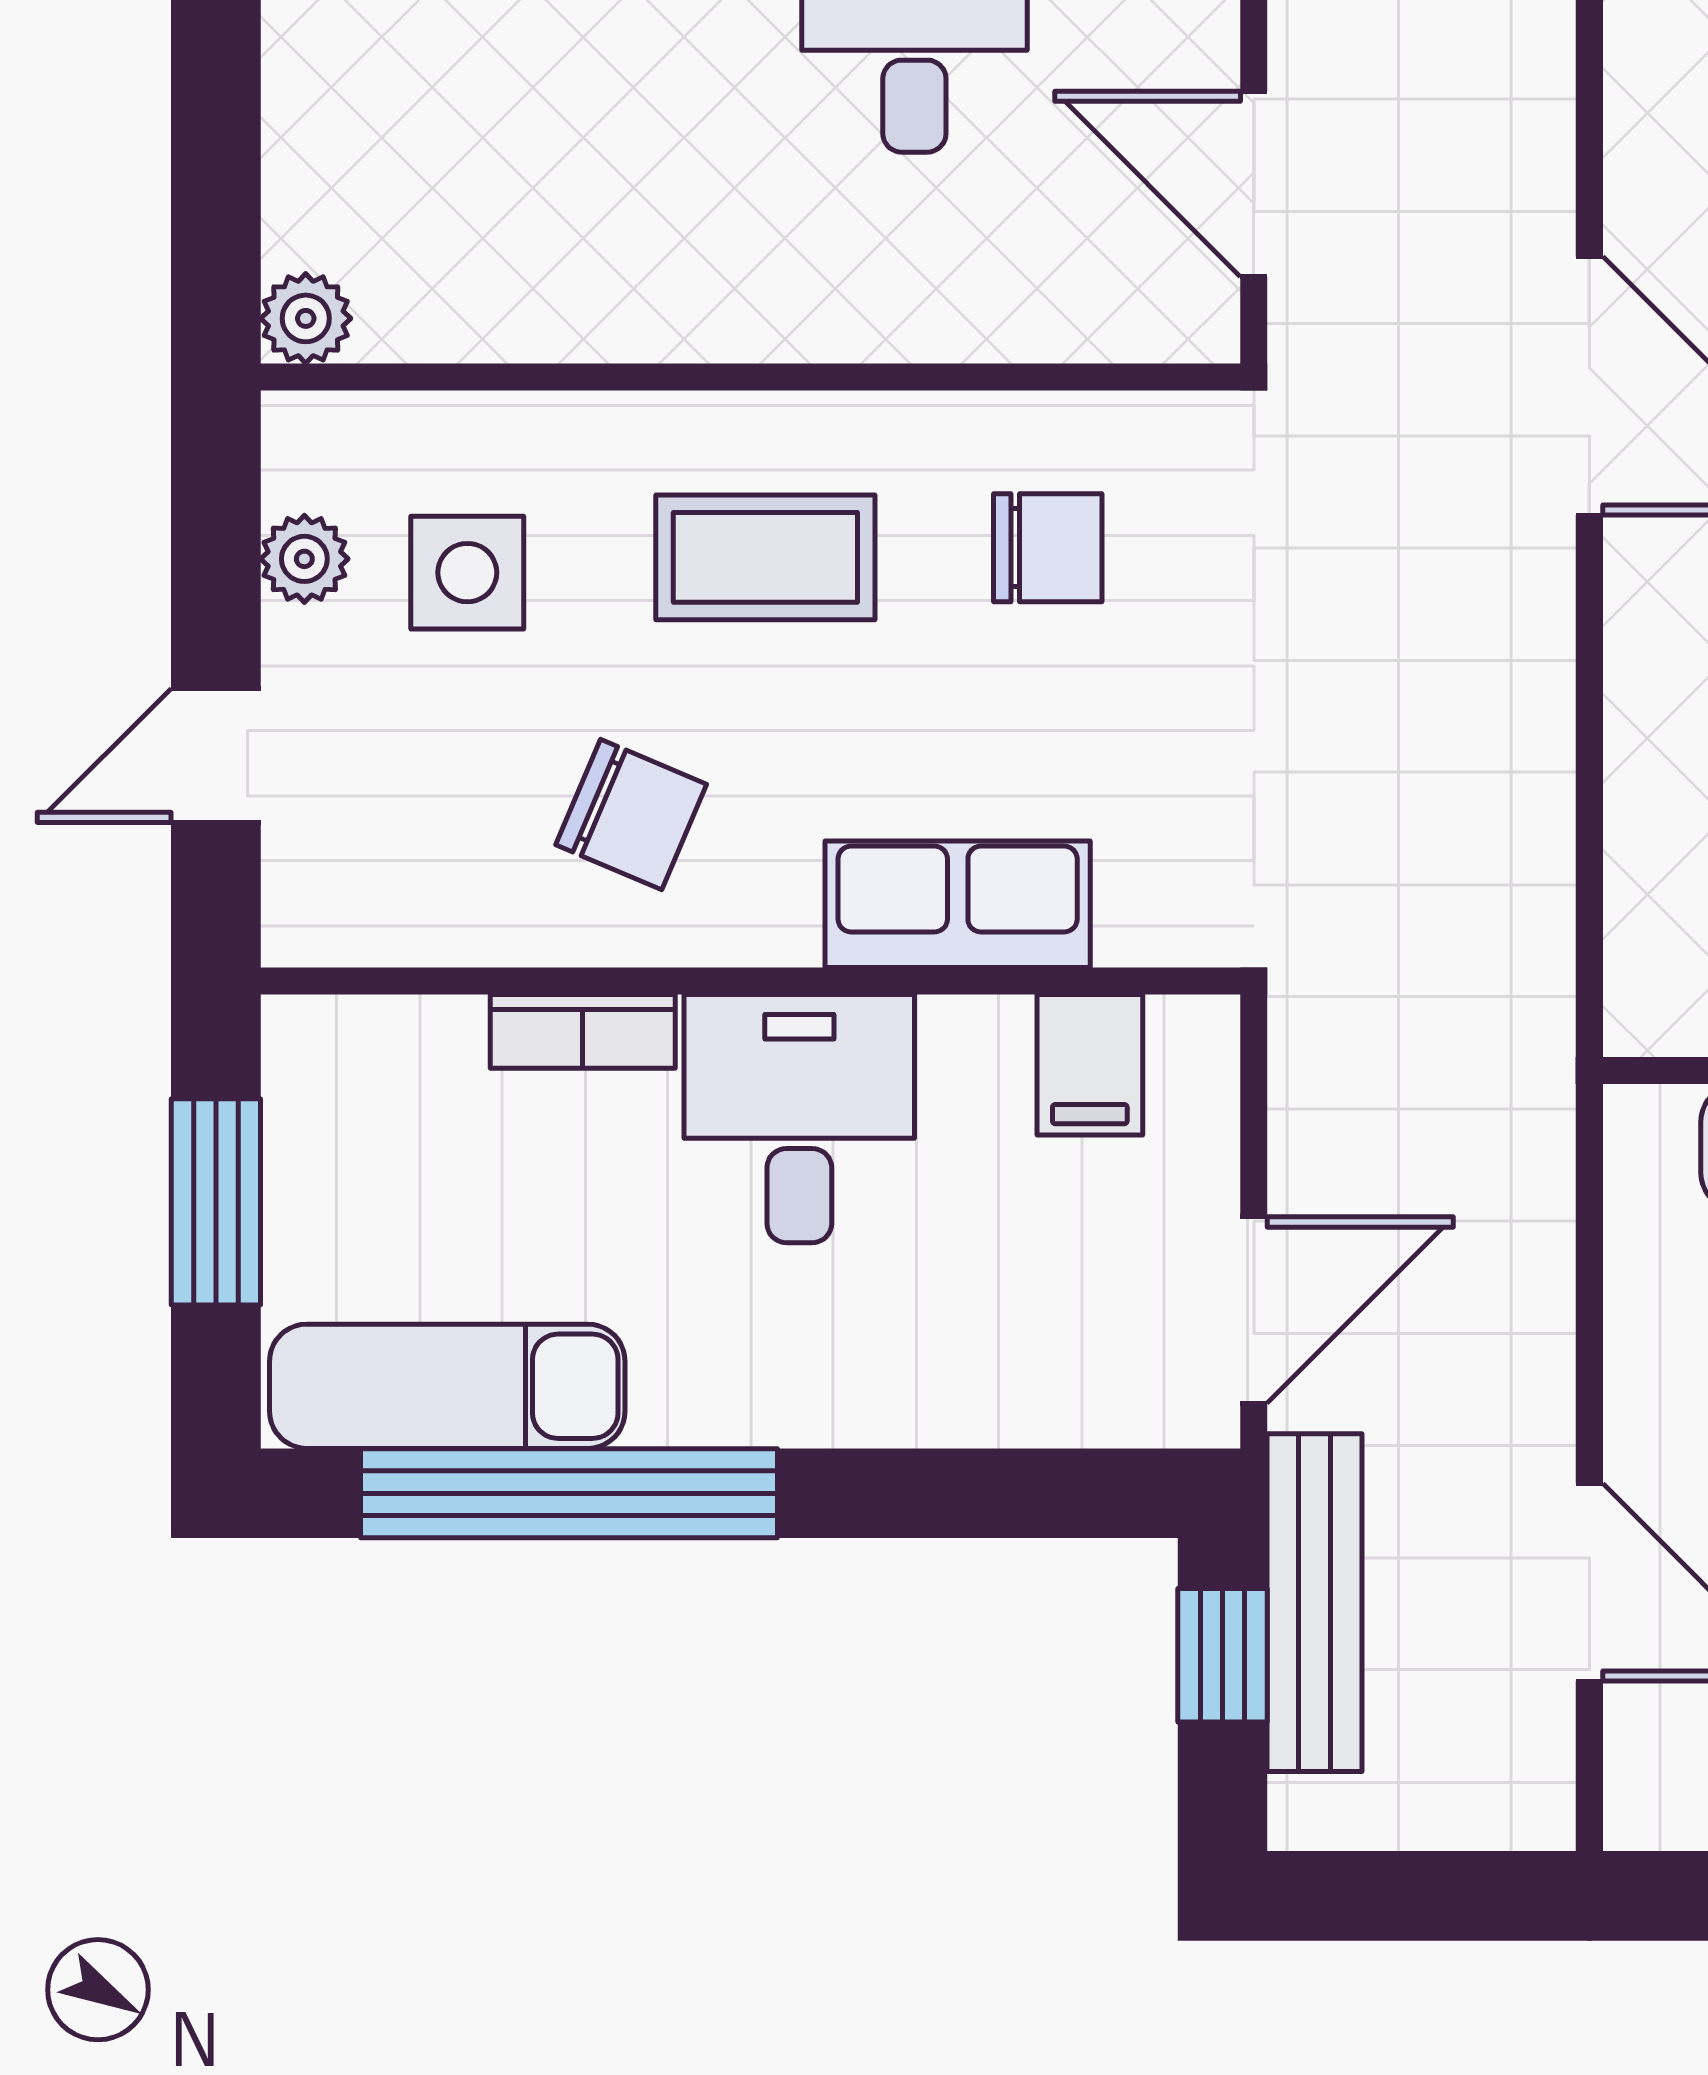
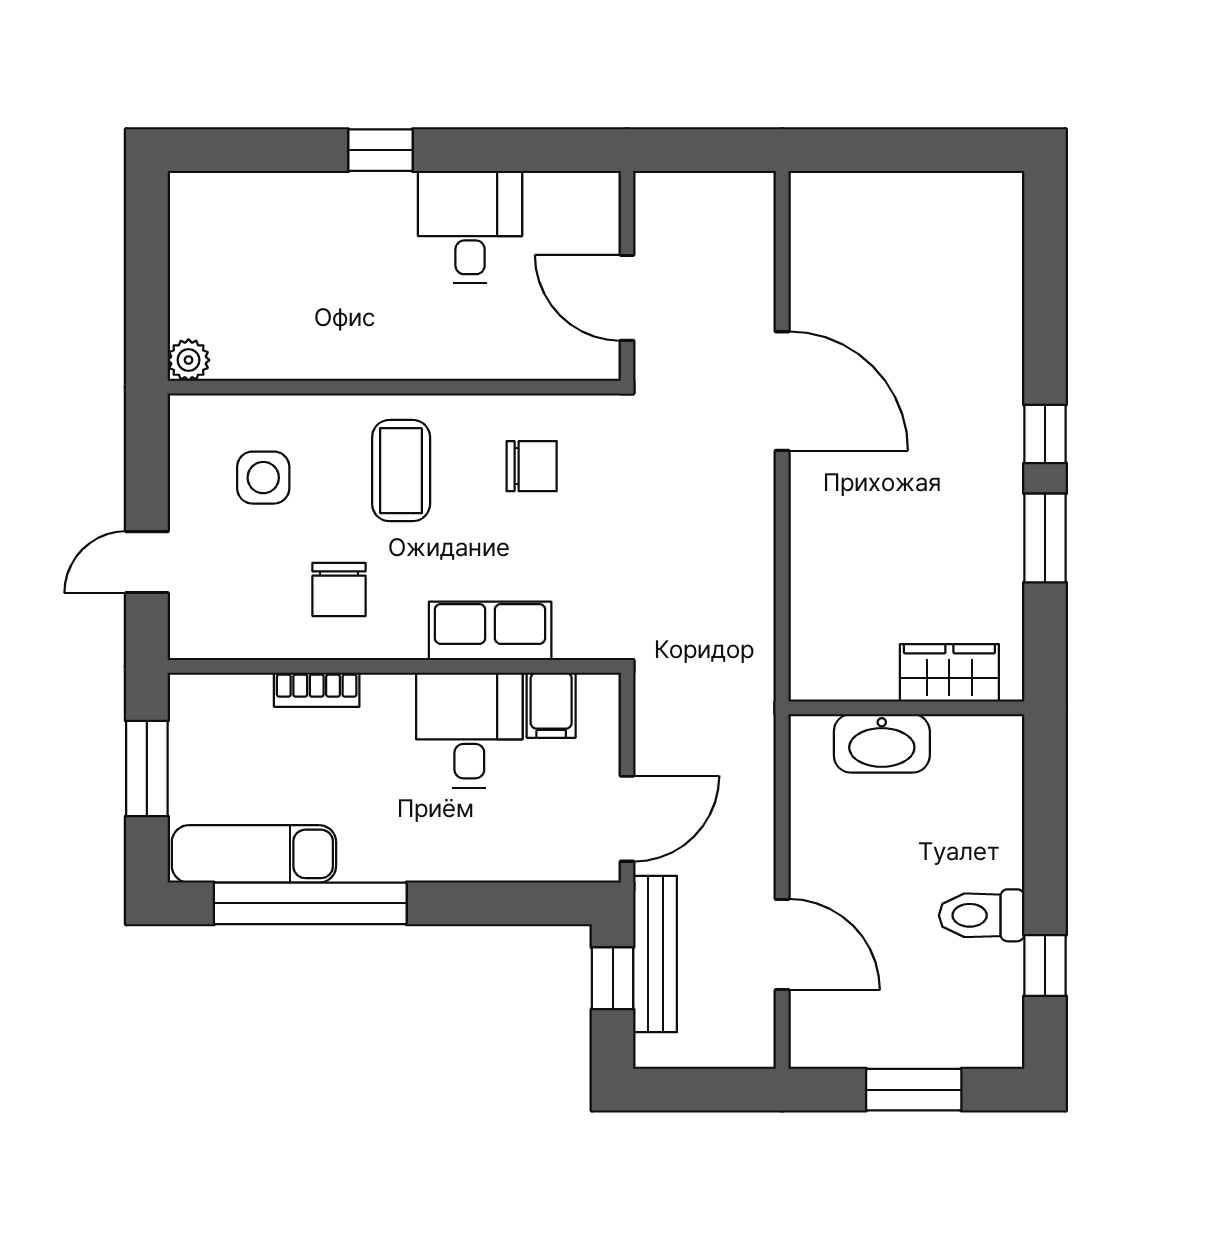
coffee table: (765, 557) -> (401, 471), turned 90
plant: (304, 559) -> (188, 471), removed
chair: (631, 815) -> (339, 589), turned 67
desk: (799, 1119) -> (469, 730), moved

